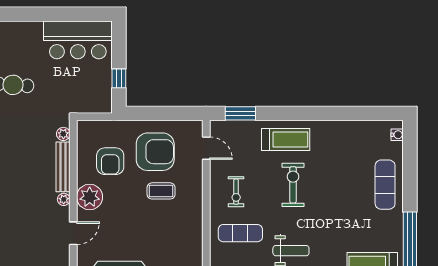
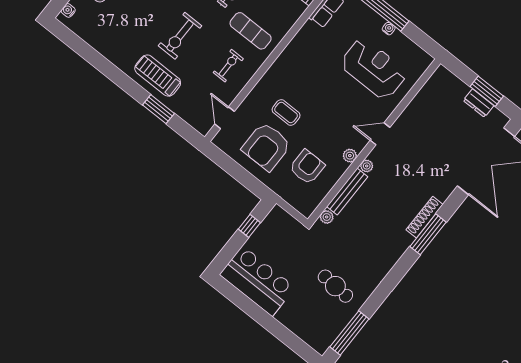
window: (240, 113) -> (158, 109), moved
armchair: (155, 152) -> (266, 147), turned -90
plant: (90, 197) -> (350, 156), width x0.53, depth x0.53

